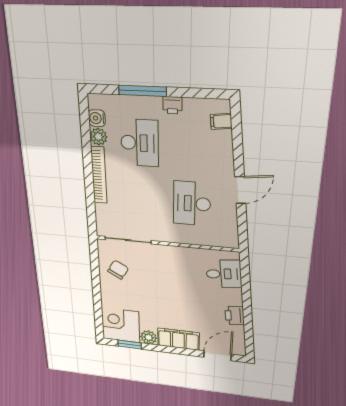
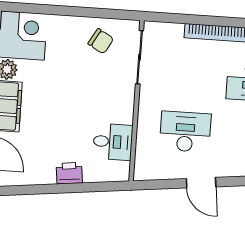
desk: (224, 274) -> (113, 142), moved, turned -84
printer: (235, 316) -> (69, 173), moved

